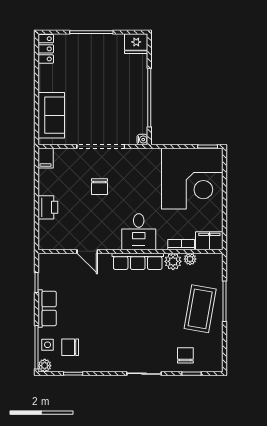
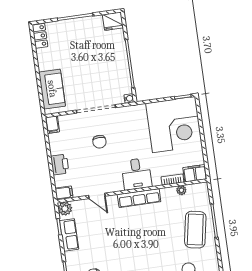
filing cabinet: (48, 242) -> (64, 193), added
plant: (173, 261) -> (65, 209), moved
row of seats: (47, 309) -> (69, 235), moved

